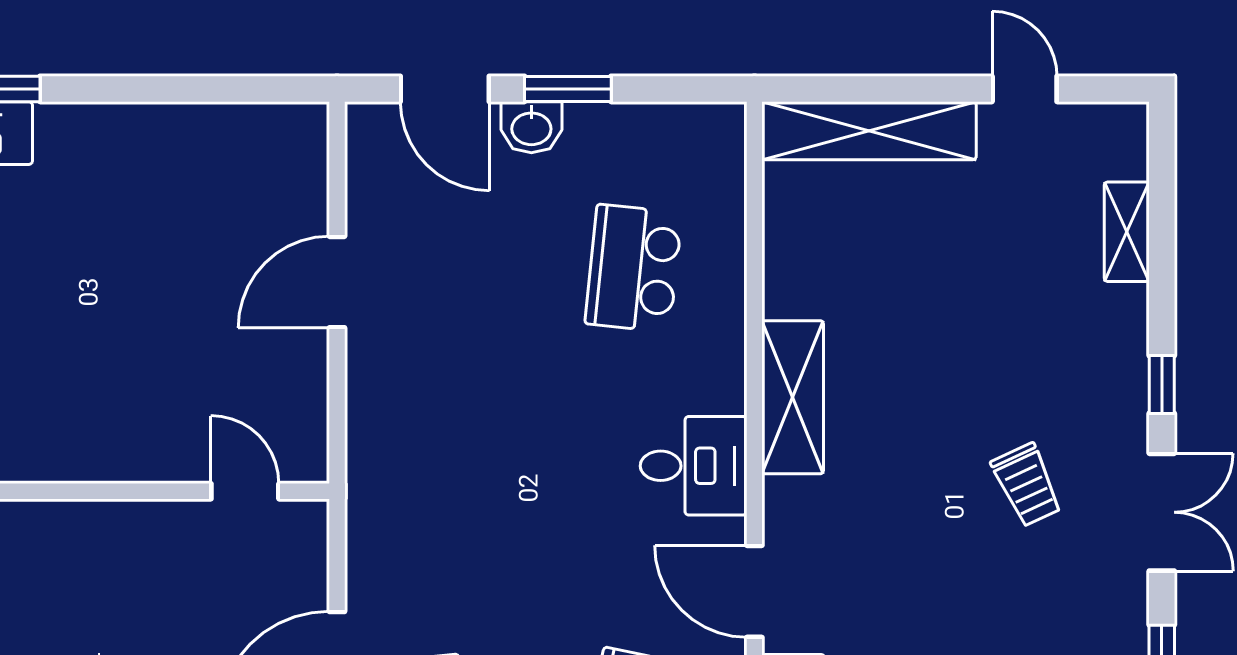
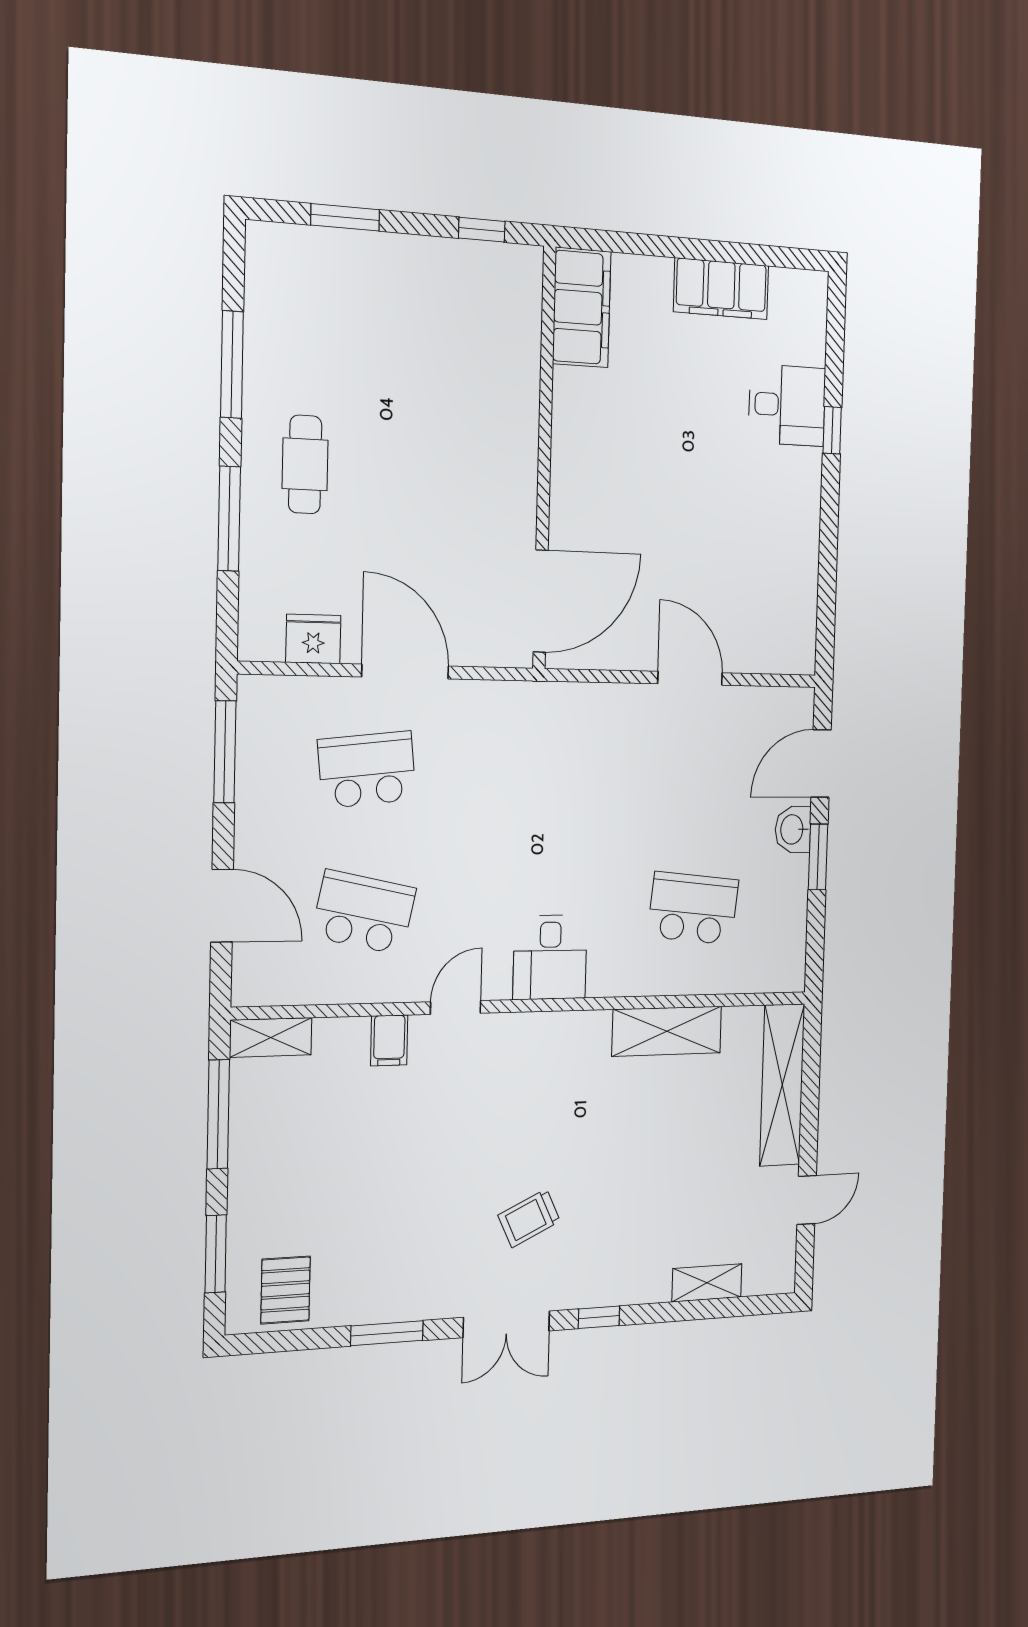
shelving: (793, 397) -> (667, 1031), moved
door: (245, 491) -> (541, 601), width x1.87
door: (754, 591) -> (456, 1007), width x0.73

